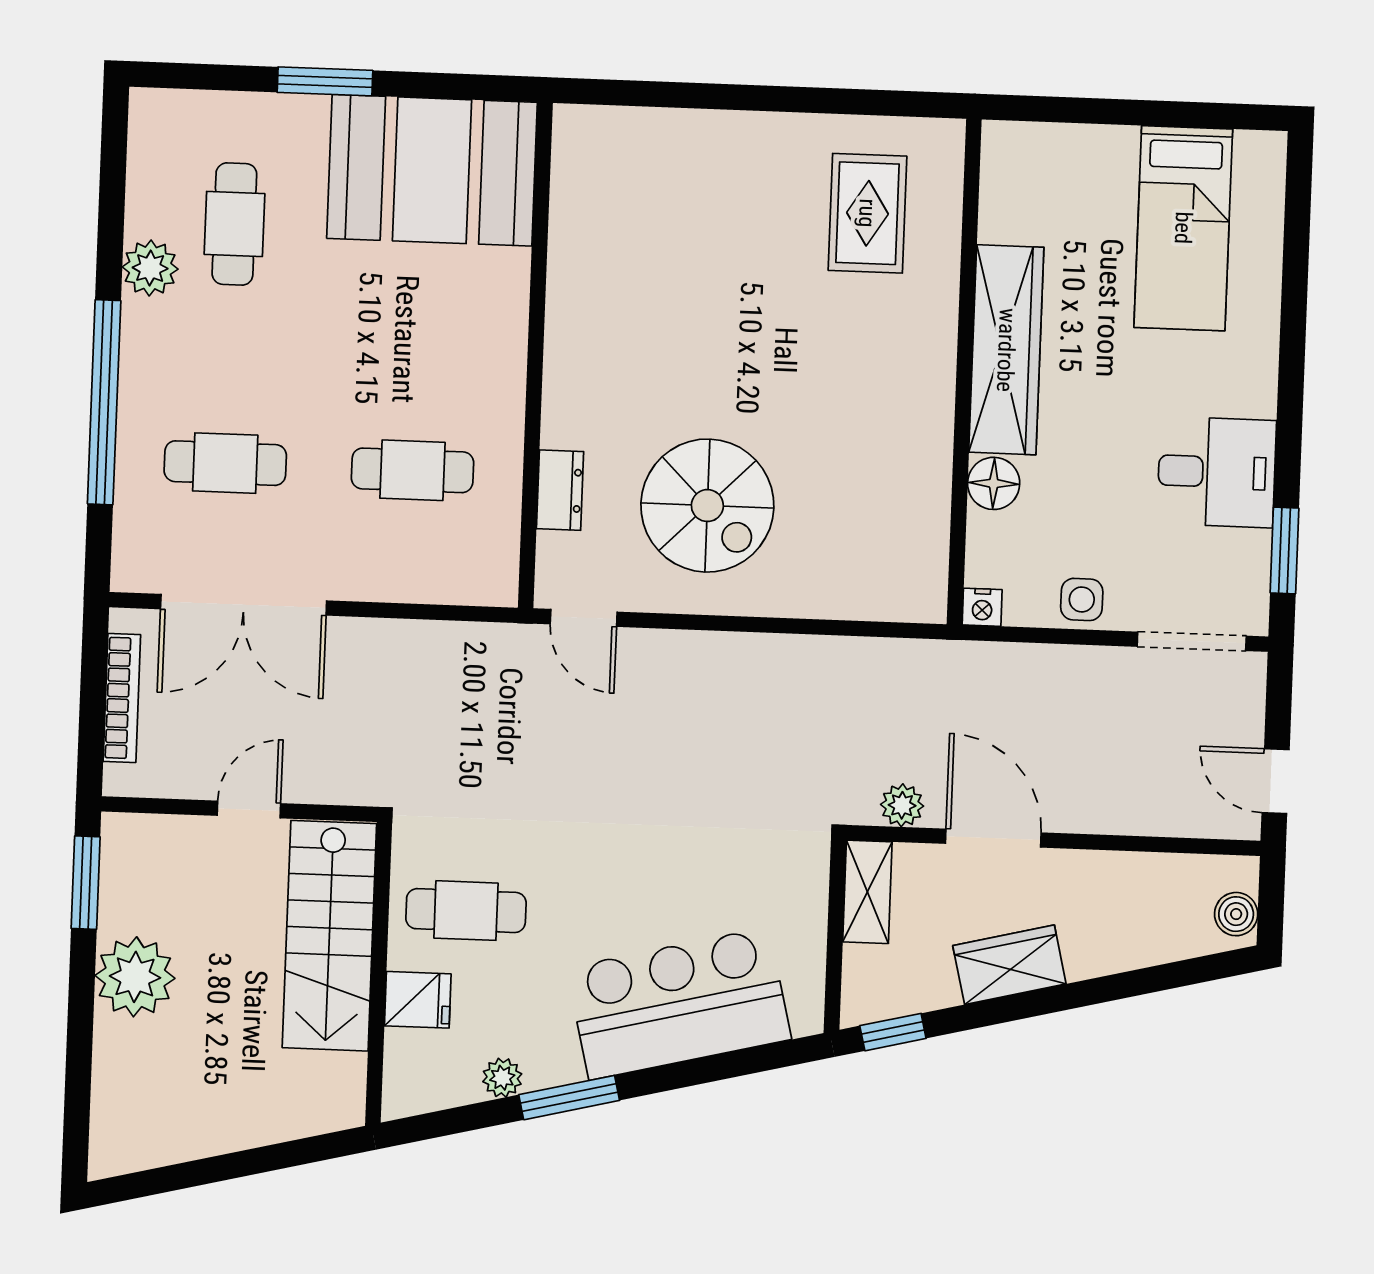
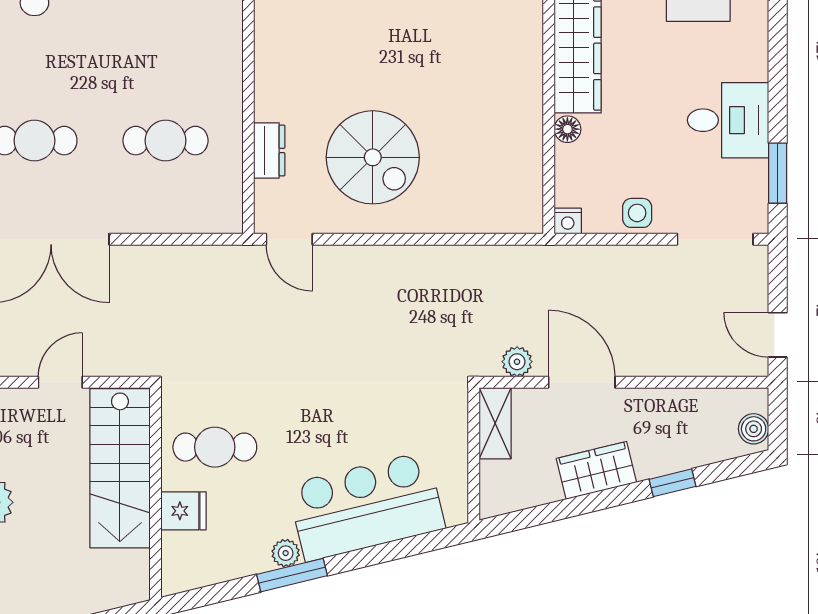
floor lamp: (994, 483) -> (567, 129), width x0.73, depth x0.73
window: (893, 1032) -> (672, 483), moved
plant: (502, 1078) -> (286, 553), moved

